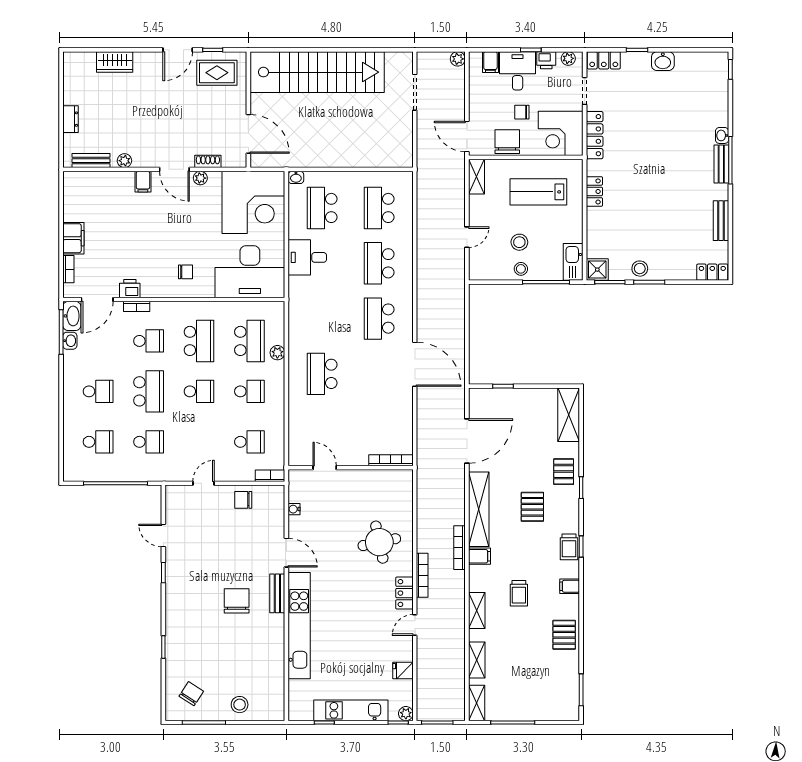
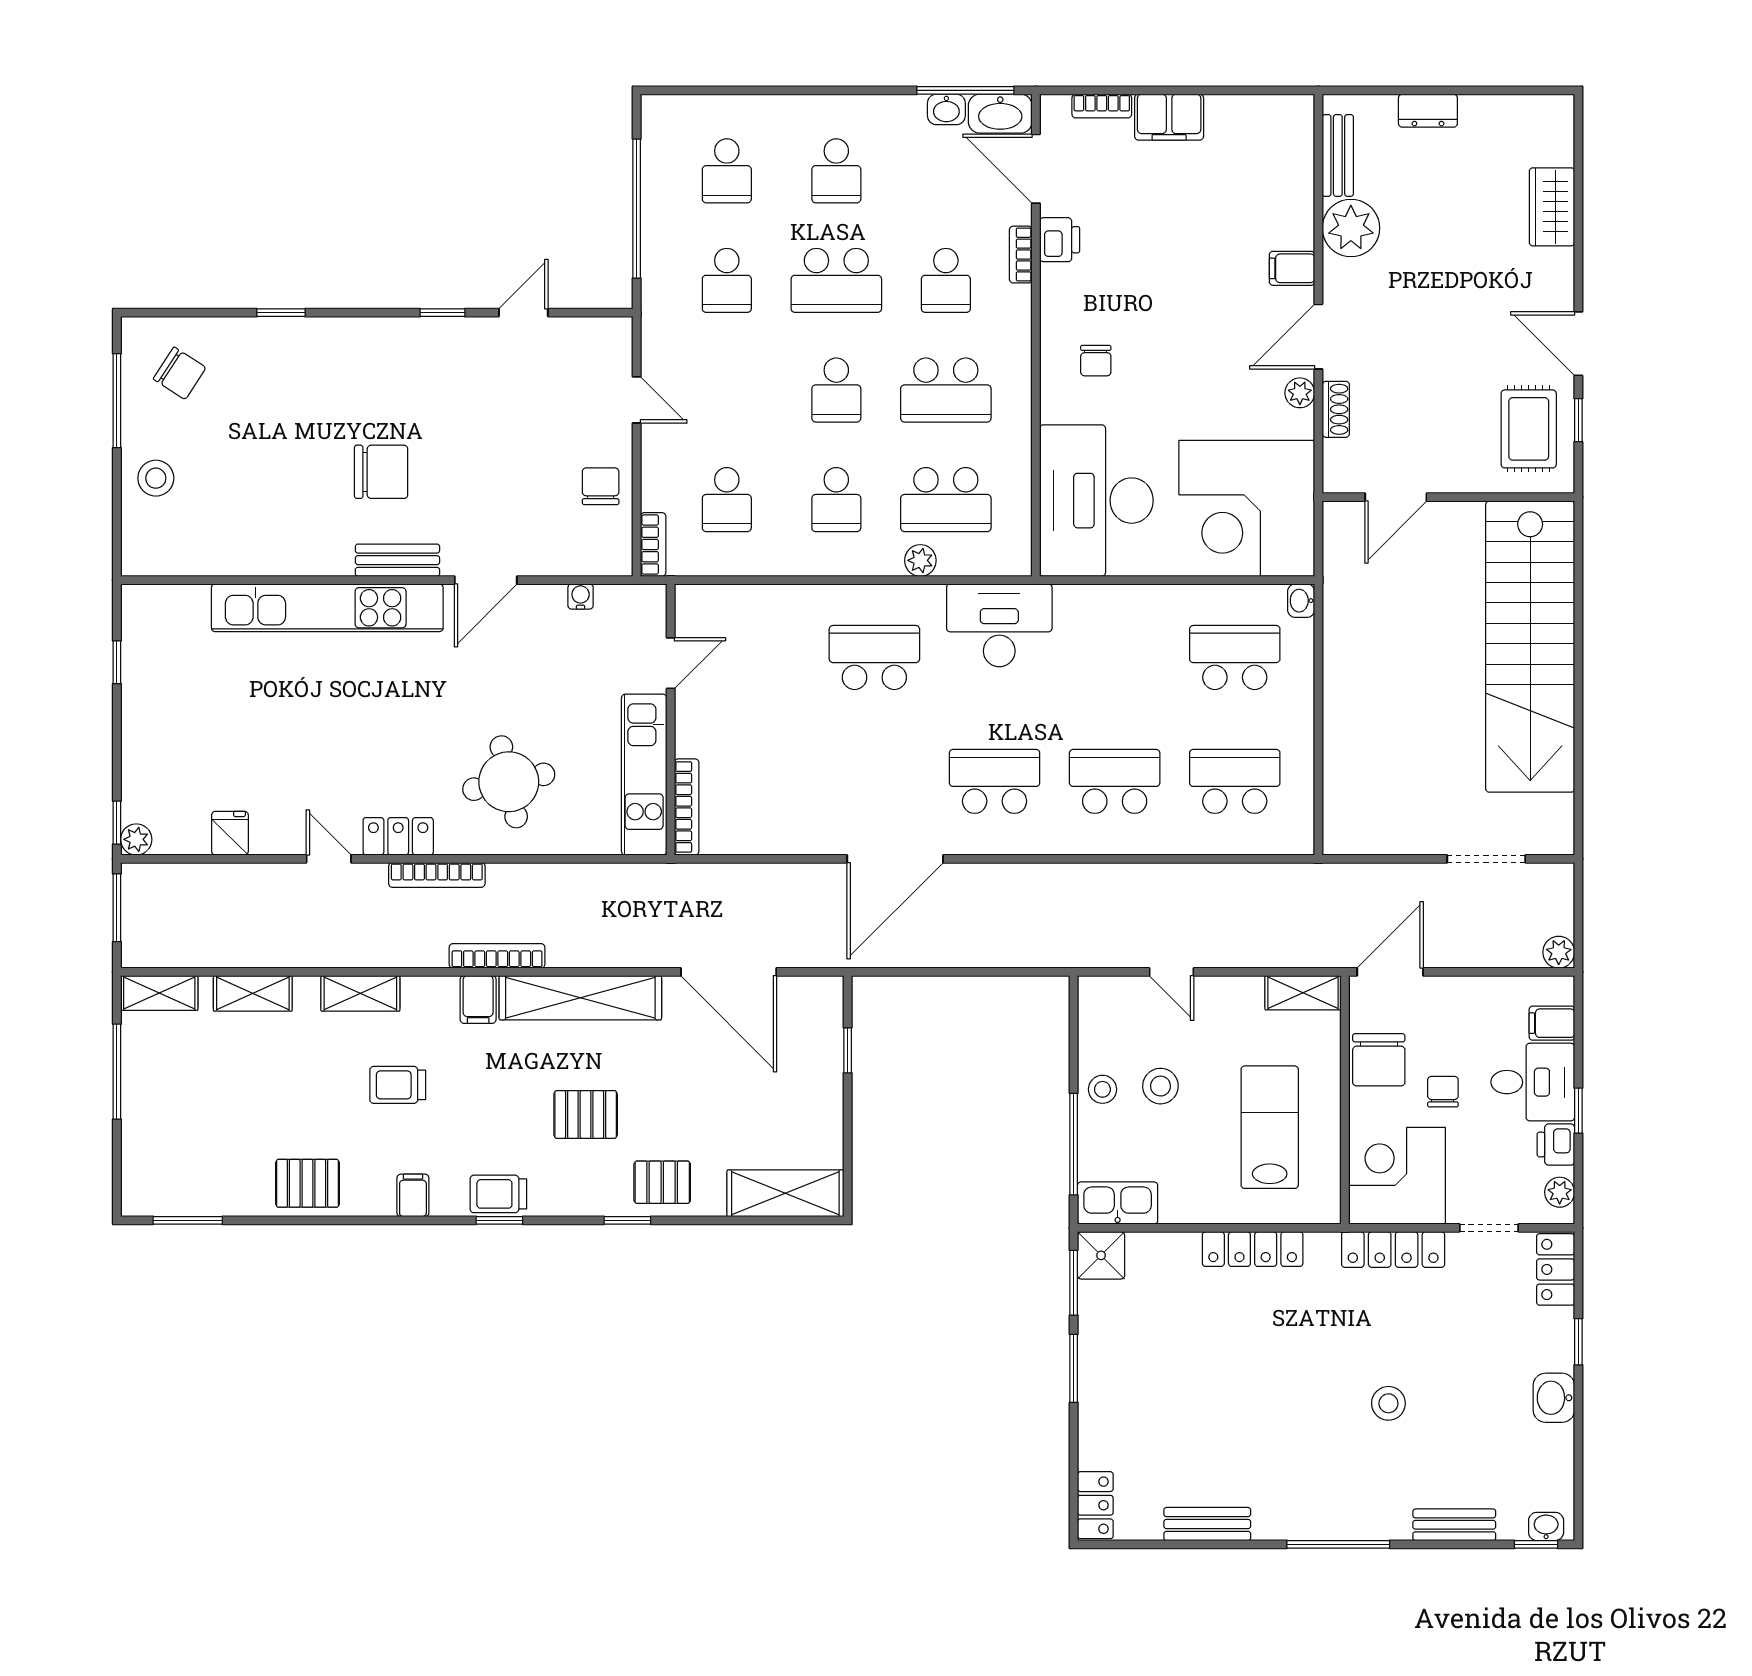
door: (248, 134) -> (1396, 497), width x0.73
washbasin: (722, 135) -> (1546, 1526), moved
chair: (507, 142) -> (1379, 1060), turned 90
plant: (124, 161) -> (1351, 228), width x1.87, depth x1.87
bench: (721, 164) -> (1454, 1525), moved
locker: (594, 191) -> (1253, 1249), width x1.53
desk: (307, 257) -> (999, 625), moved, width x1.37
stool: (640, 269) -> (1388, 1403), moved
kitchen unit: (351, 710) -> (644, 775), moved, turned 180

